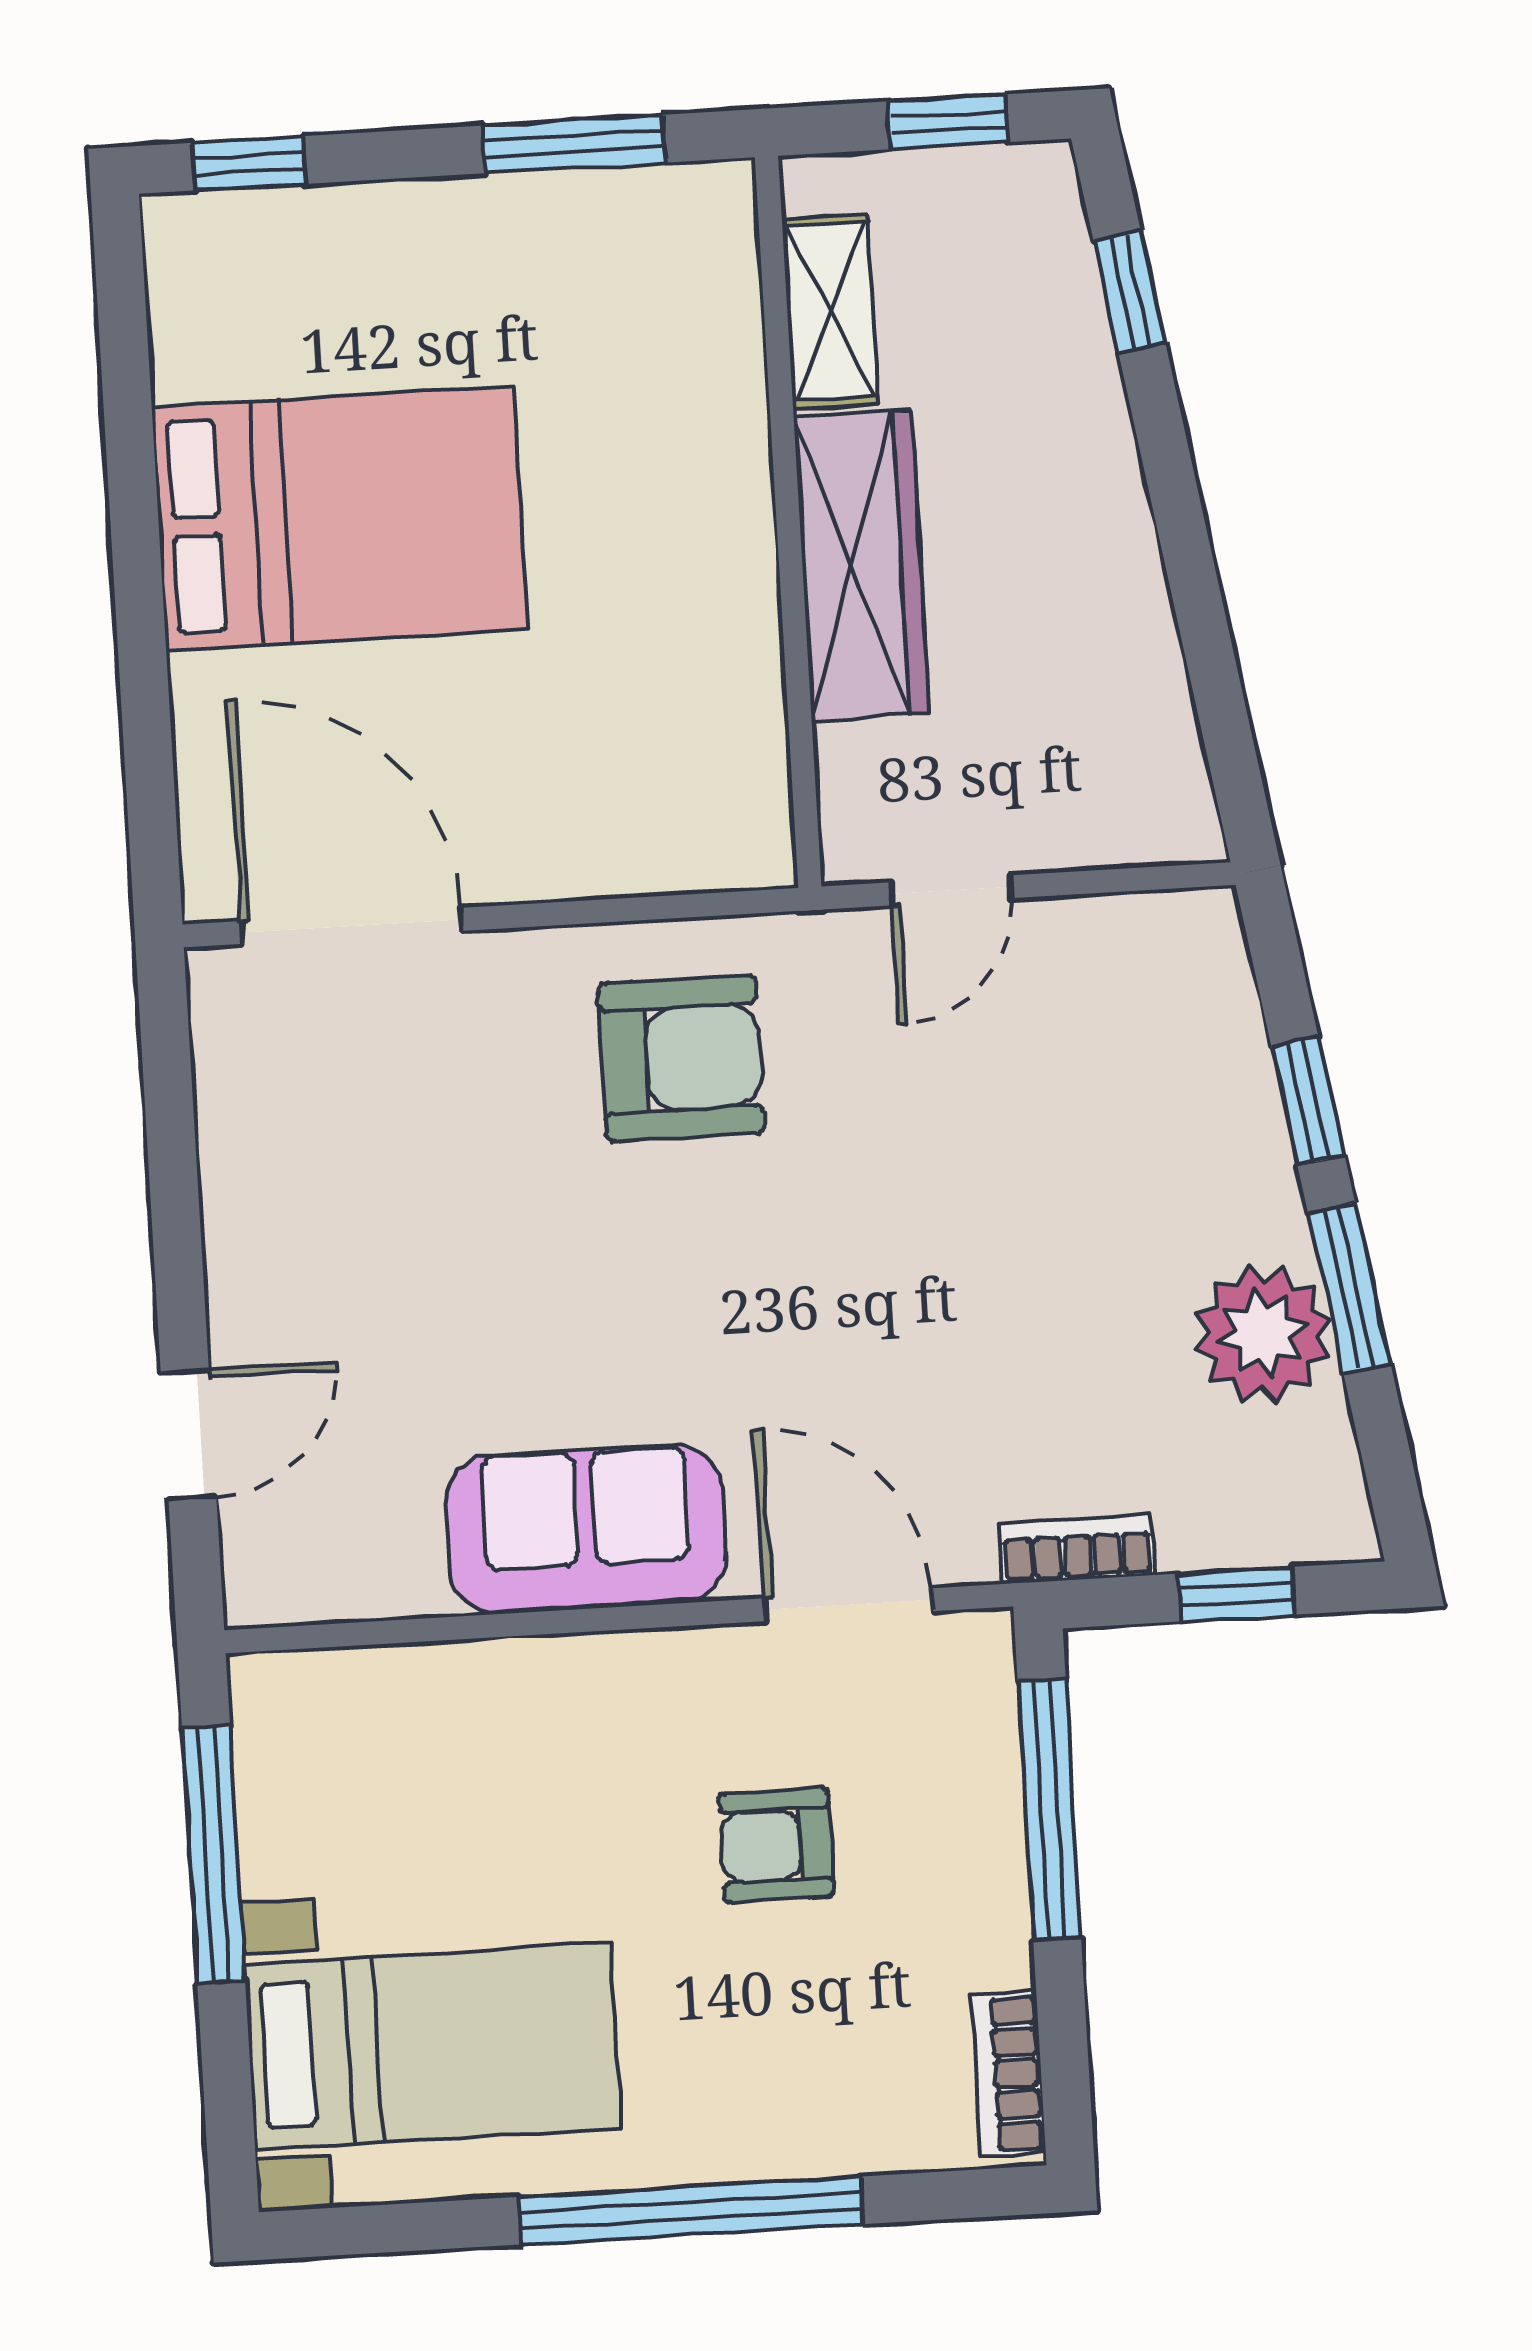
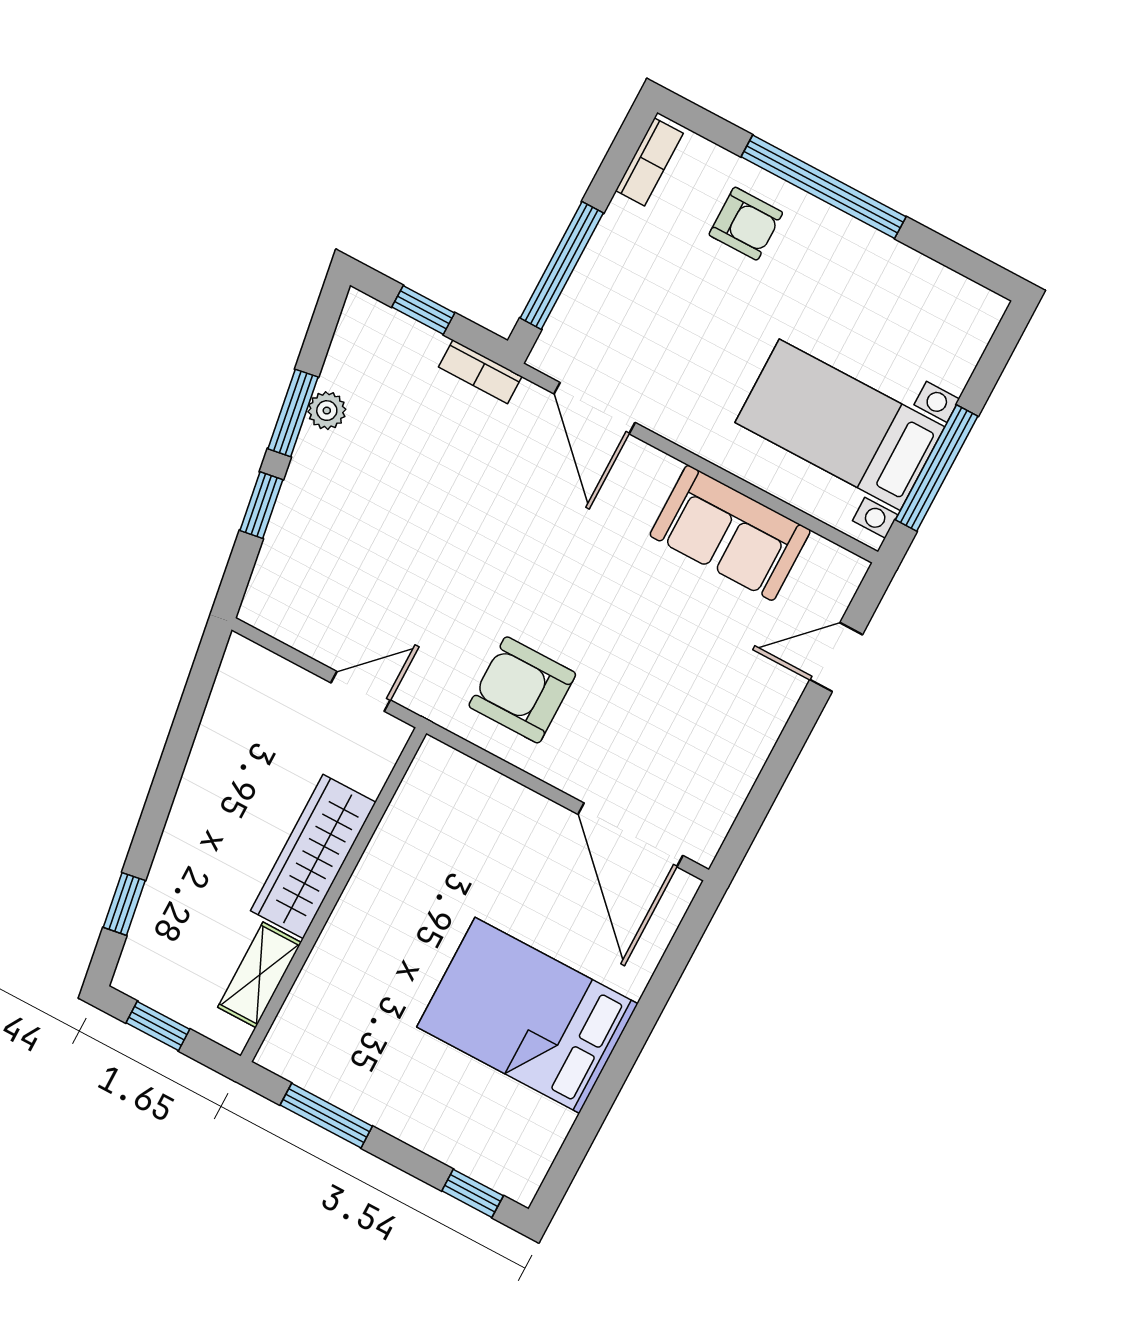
plant: (1263, 1334) -> (327, 411), width x0.53, depth x0.53
sofa: (586, 1529) -> (730, 533), moved
armchair: (777, 1845) -> (746, 224), moved
bed with nightstands: (433, 2046) -> (840, 425), moved

